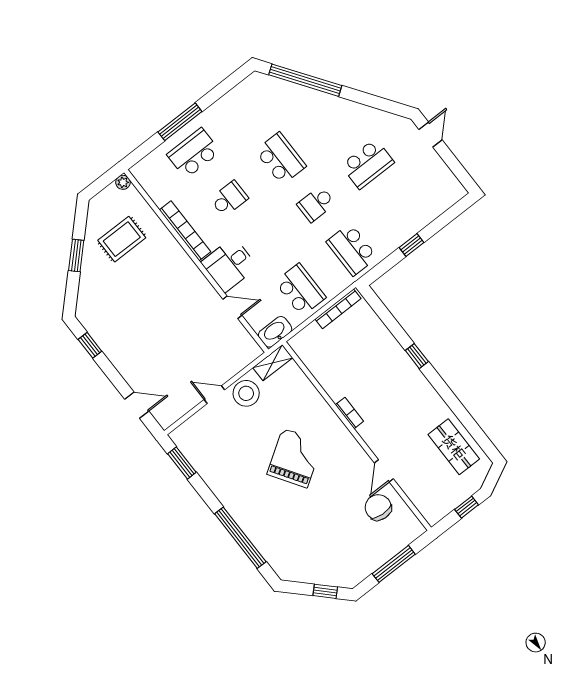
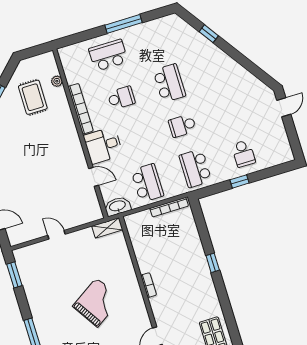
window: (305, 80) -> (209, 34), width x0.32
window: (180, 122) -> (124, 24), moved
school desk: (368, 164) -> (243, 154), moved, width x0.54
plant: (123, 182) -> (57, 81), moved
rug: (122, 239) -> (33, 97), turned 90
stool: (246, 393) -> (80, 243), removed

